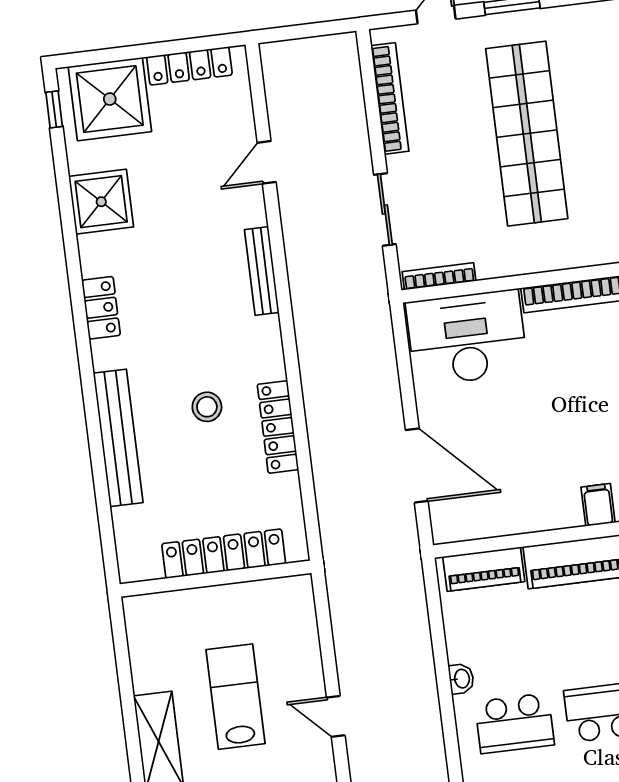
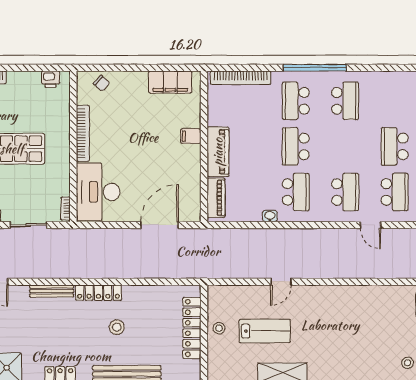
bookcase: (439, 276) -> (66, 209), width x0.64
locker: (278, 427) -> (98, 293), moved
stool: (230, 607) -> (219, 328), added
lab bench: (236, 697) -> (265, 331), turned 180

